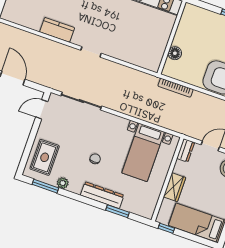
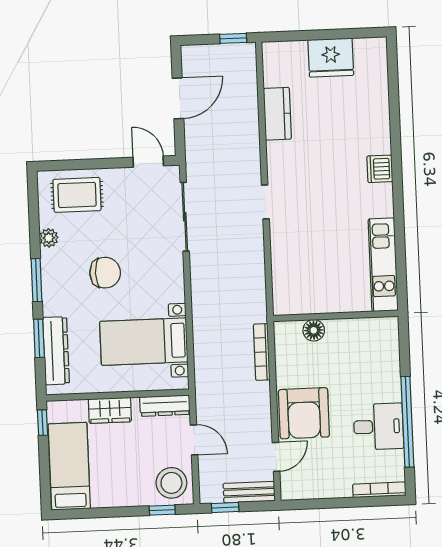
kitchen counter: (57, 30) -> (277, 114), moved
dresser: (186, 150) -> (165, 406), width x1.44
chair: (95, 159) -> (105, 273), width x1.87, depth x1.87
window: (45, 186) -> (37, 280), moved
dresser: (102, 195) -> (56, 351), moved

